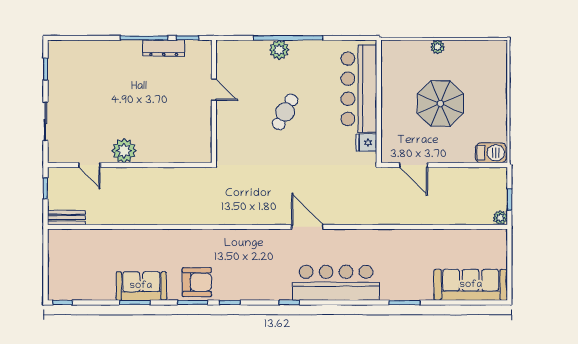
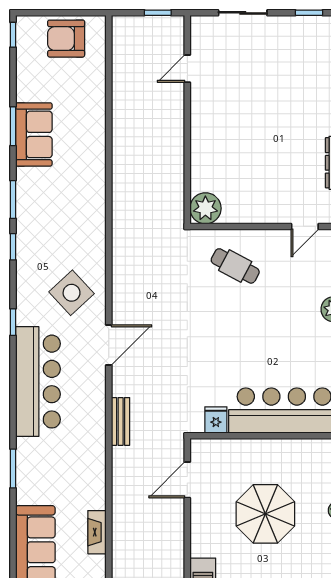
door: (214, 90) -> (305, 226), moved
cafe table: (285, 112) -> (235, 266), moved
plant: (124, 151) -> (205, 208), moved
bench: (66, 218) -> (121, 421), moved
fireplace: (455, 236) -> (97, 532), added
side table: (266, 256) -> (72, 293), added
armchair: (197, 282) -> (66, 39), moved, turned 90

